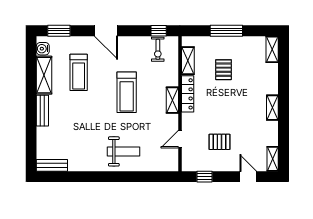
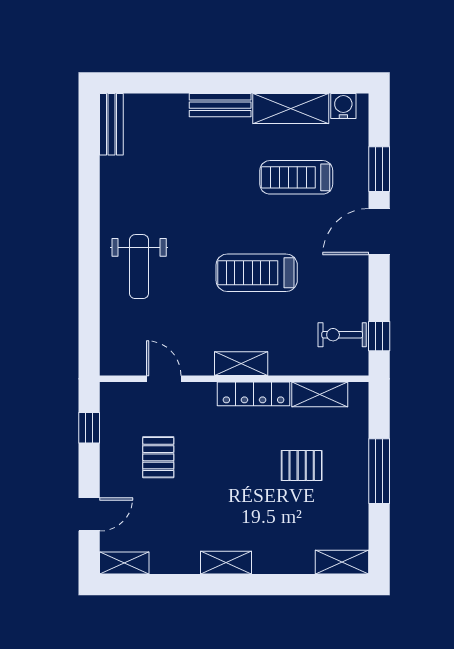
window: (59, 31) -> (379, 169), moved

